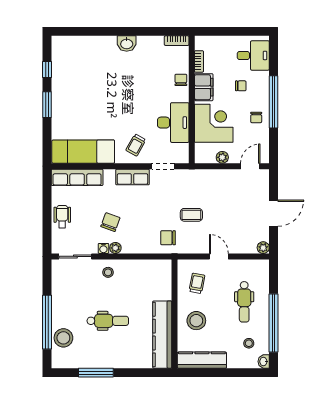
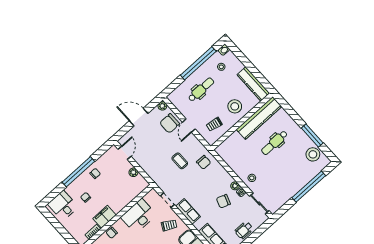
corner desk: (214, 123) -> (119, 194), removed
door: (250, 166) -> (124, 153), swing flipped
chair: (239, 239) -> (170, 123), added
dental chair: (108, 321) -> (274, 143), moved, turned -90
stool: (63, 338) -> (313, 154), moved

